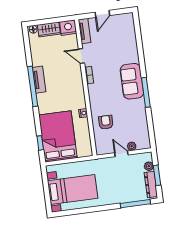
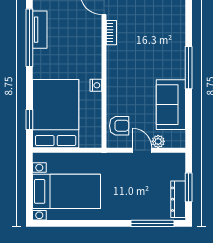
sofa: (132, 81) -> (171, 105), moved
armchair: (106, 122) -> (119, 126), moved, turned 90
plant: (149, 166) -> (179, 173), removed

